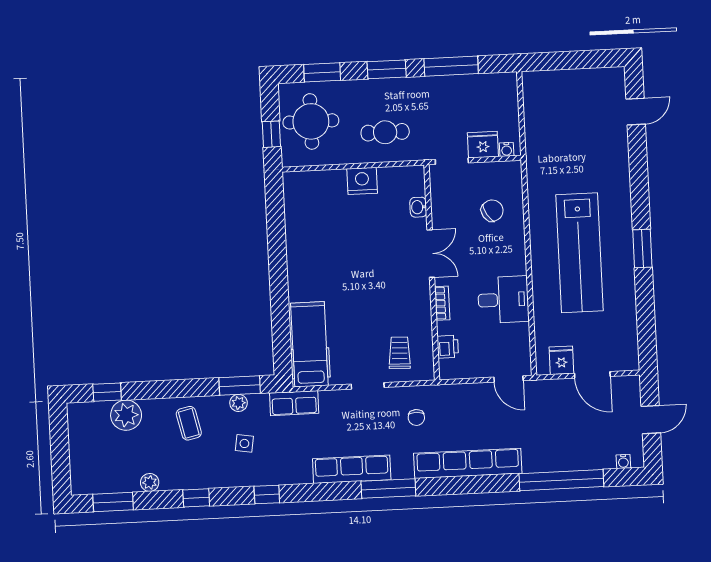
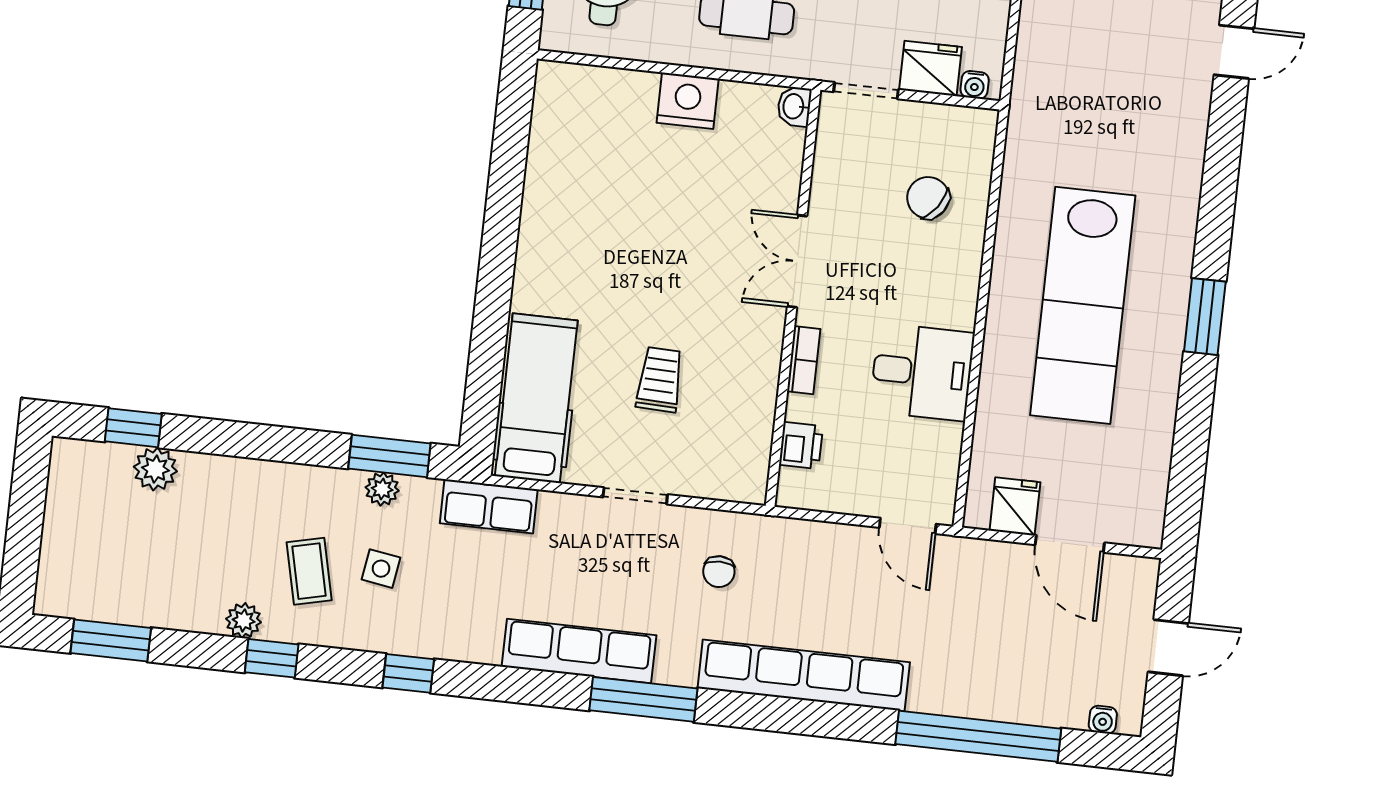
washbasin: (418, 207) -> (794, 106), moved
chair: (492, 211) -> (928, 198), turned -113
double door: (431, 254) -> (797, 261), swing flipped
trolley: (400, 353) -> (660, 380), moved
plant: (126, 415) -> (155, 469), width x0.73, depth x0.73
coffee table: (189, 423) -> (309, 571), moved
plant: (150, 482) -> (244, 621), moved

